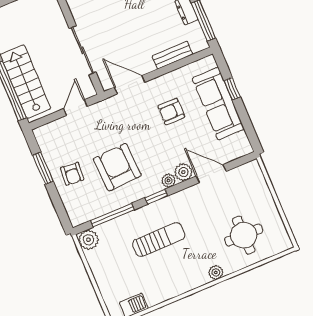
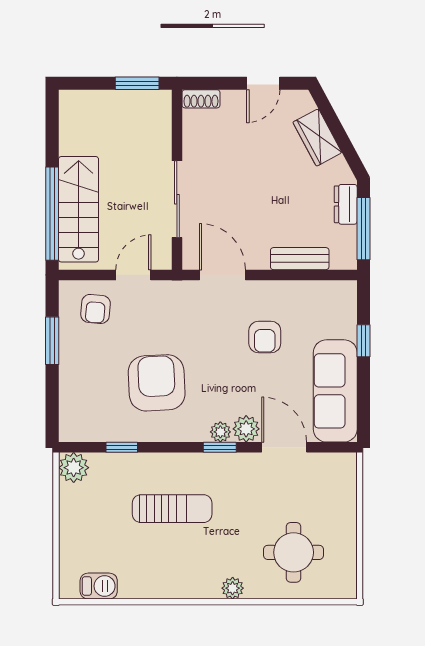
sofa: (218, 104) -> (335, 391), moved
armchair: (171, 112) -> (265, 337), turned -90
armchair: (72, 174) -> (96, 309), moved
window: (156, 197) -> (220, 447), moved
window: (112, 215) -> (122, 447), width x0.46

